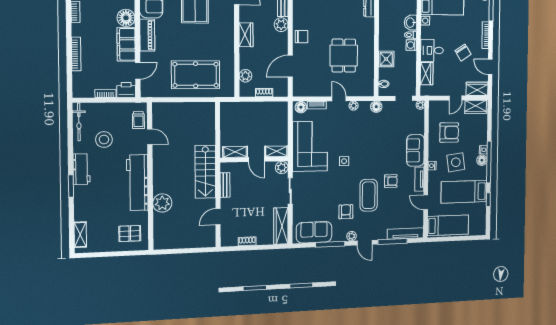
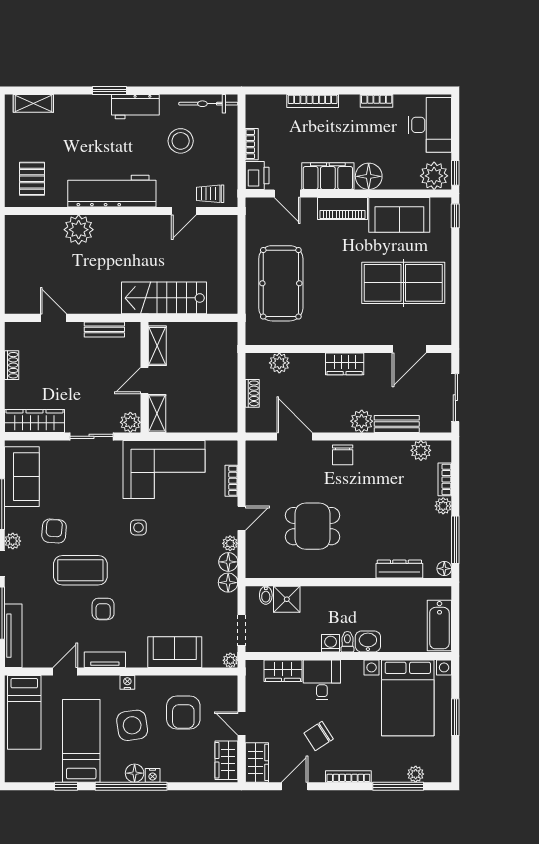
shower: (386, 59) -> (287, 599), moved
floor lamp: (301, 107) -> (228, 562), moved
sofa: (415, 150) -> (175, 652), moved
stairs: (205, 172) -> (164, 298), moved
armchair: (346, 212) -> (54, 531), turned -86

